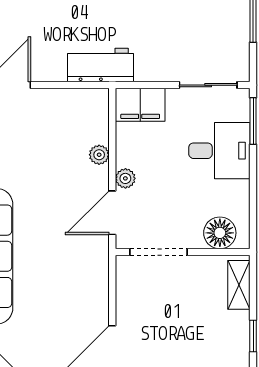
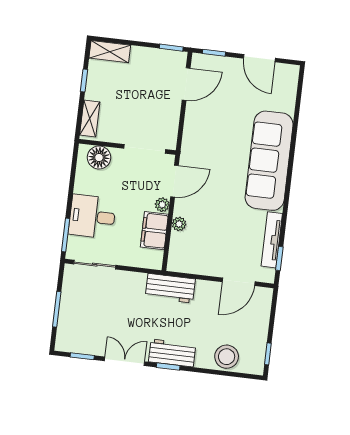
filing cabinet: (140, 105) -> (154, 231), moved, turned -90

